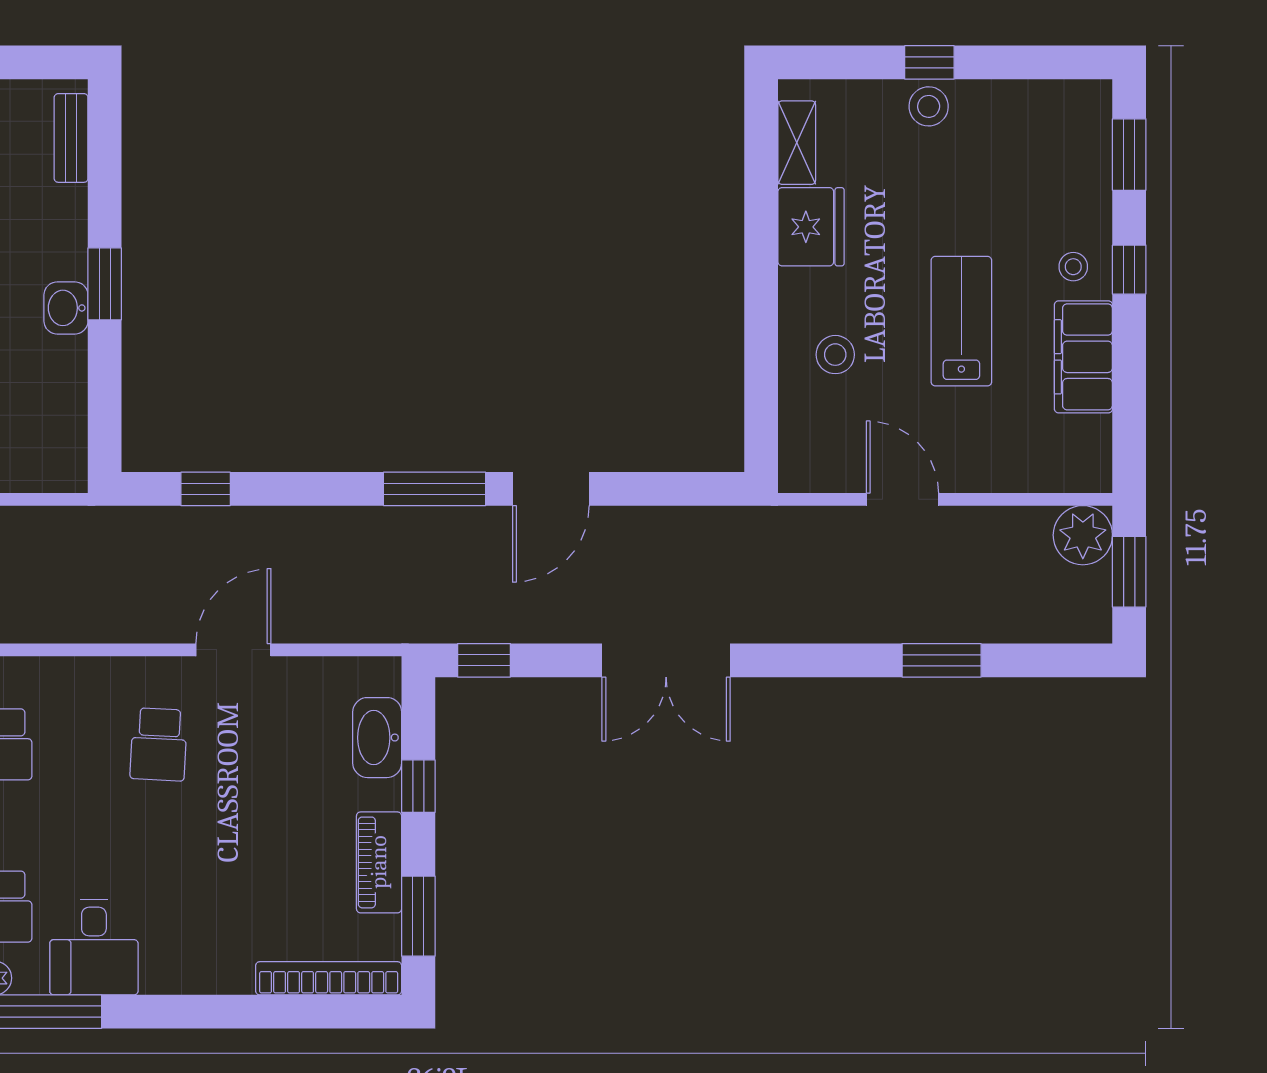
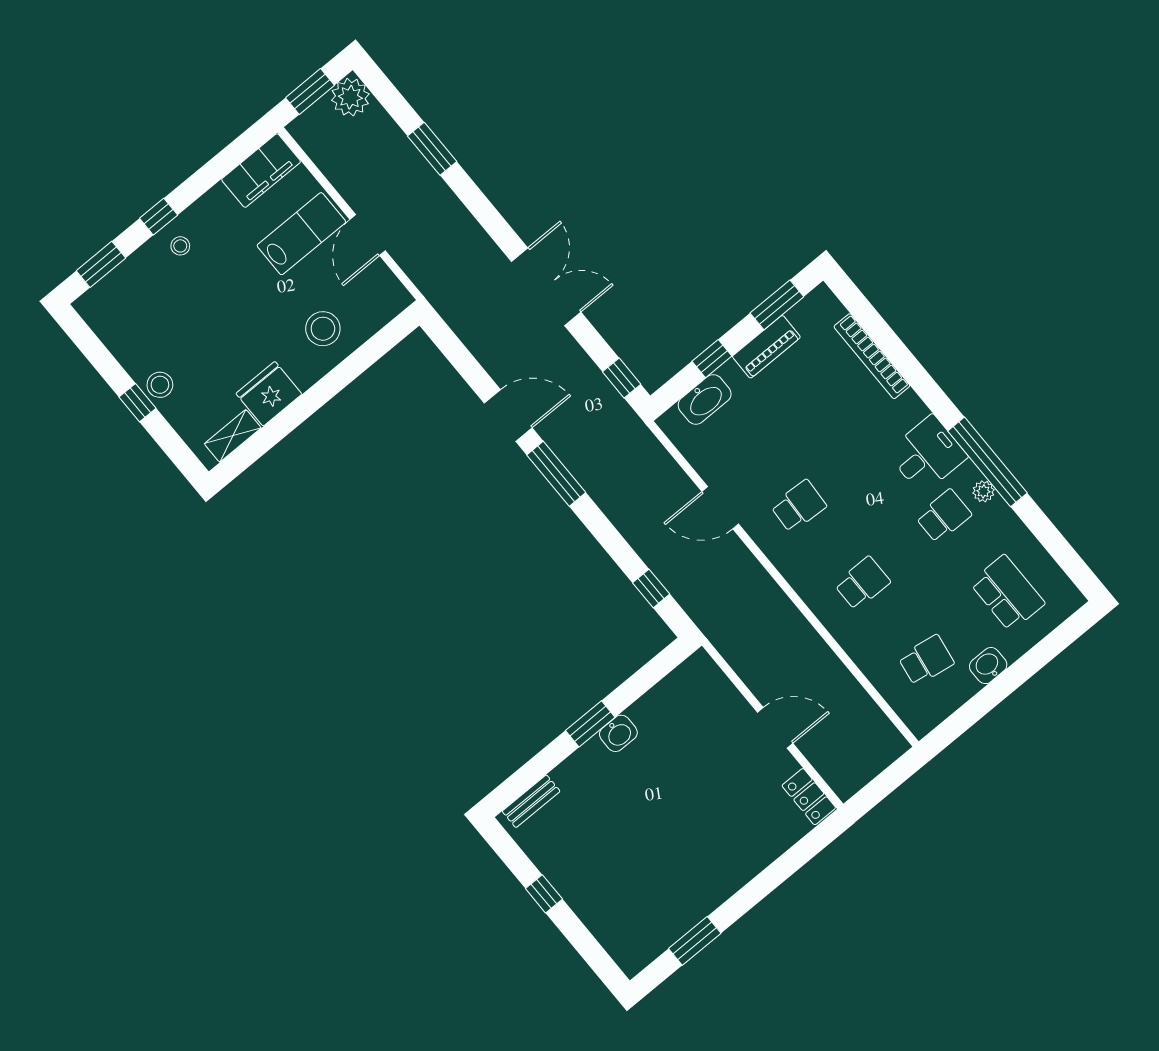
lab bench: (961, 321) -> (301, 234), moved, turned 180
stool: (835, 355) -> (323, 329), width x1.38, depth x1.38
filing cabinet: (1083, 357) -> (261, 171), moved
plant: (1083, 535) -> (350, 97), moved
bookcase: (329, 978) -> (872, 356), moved

